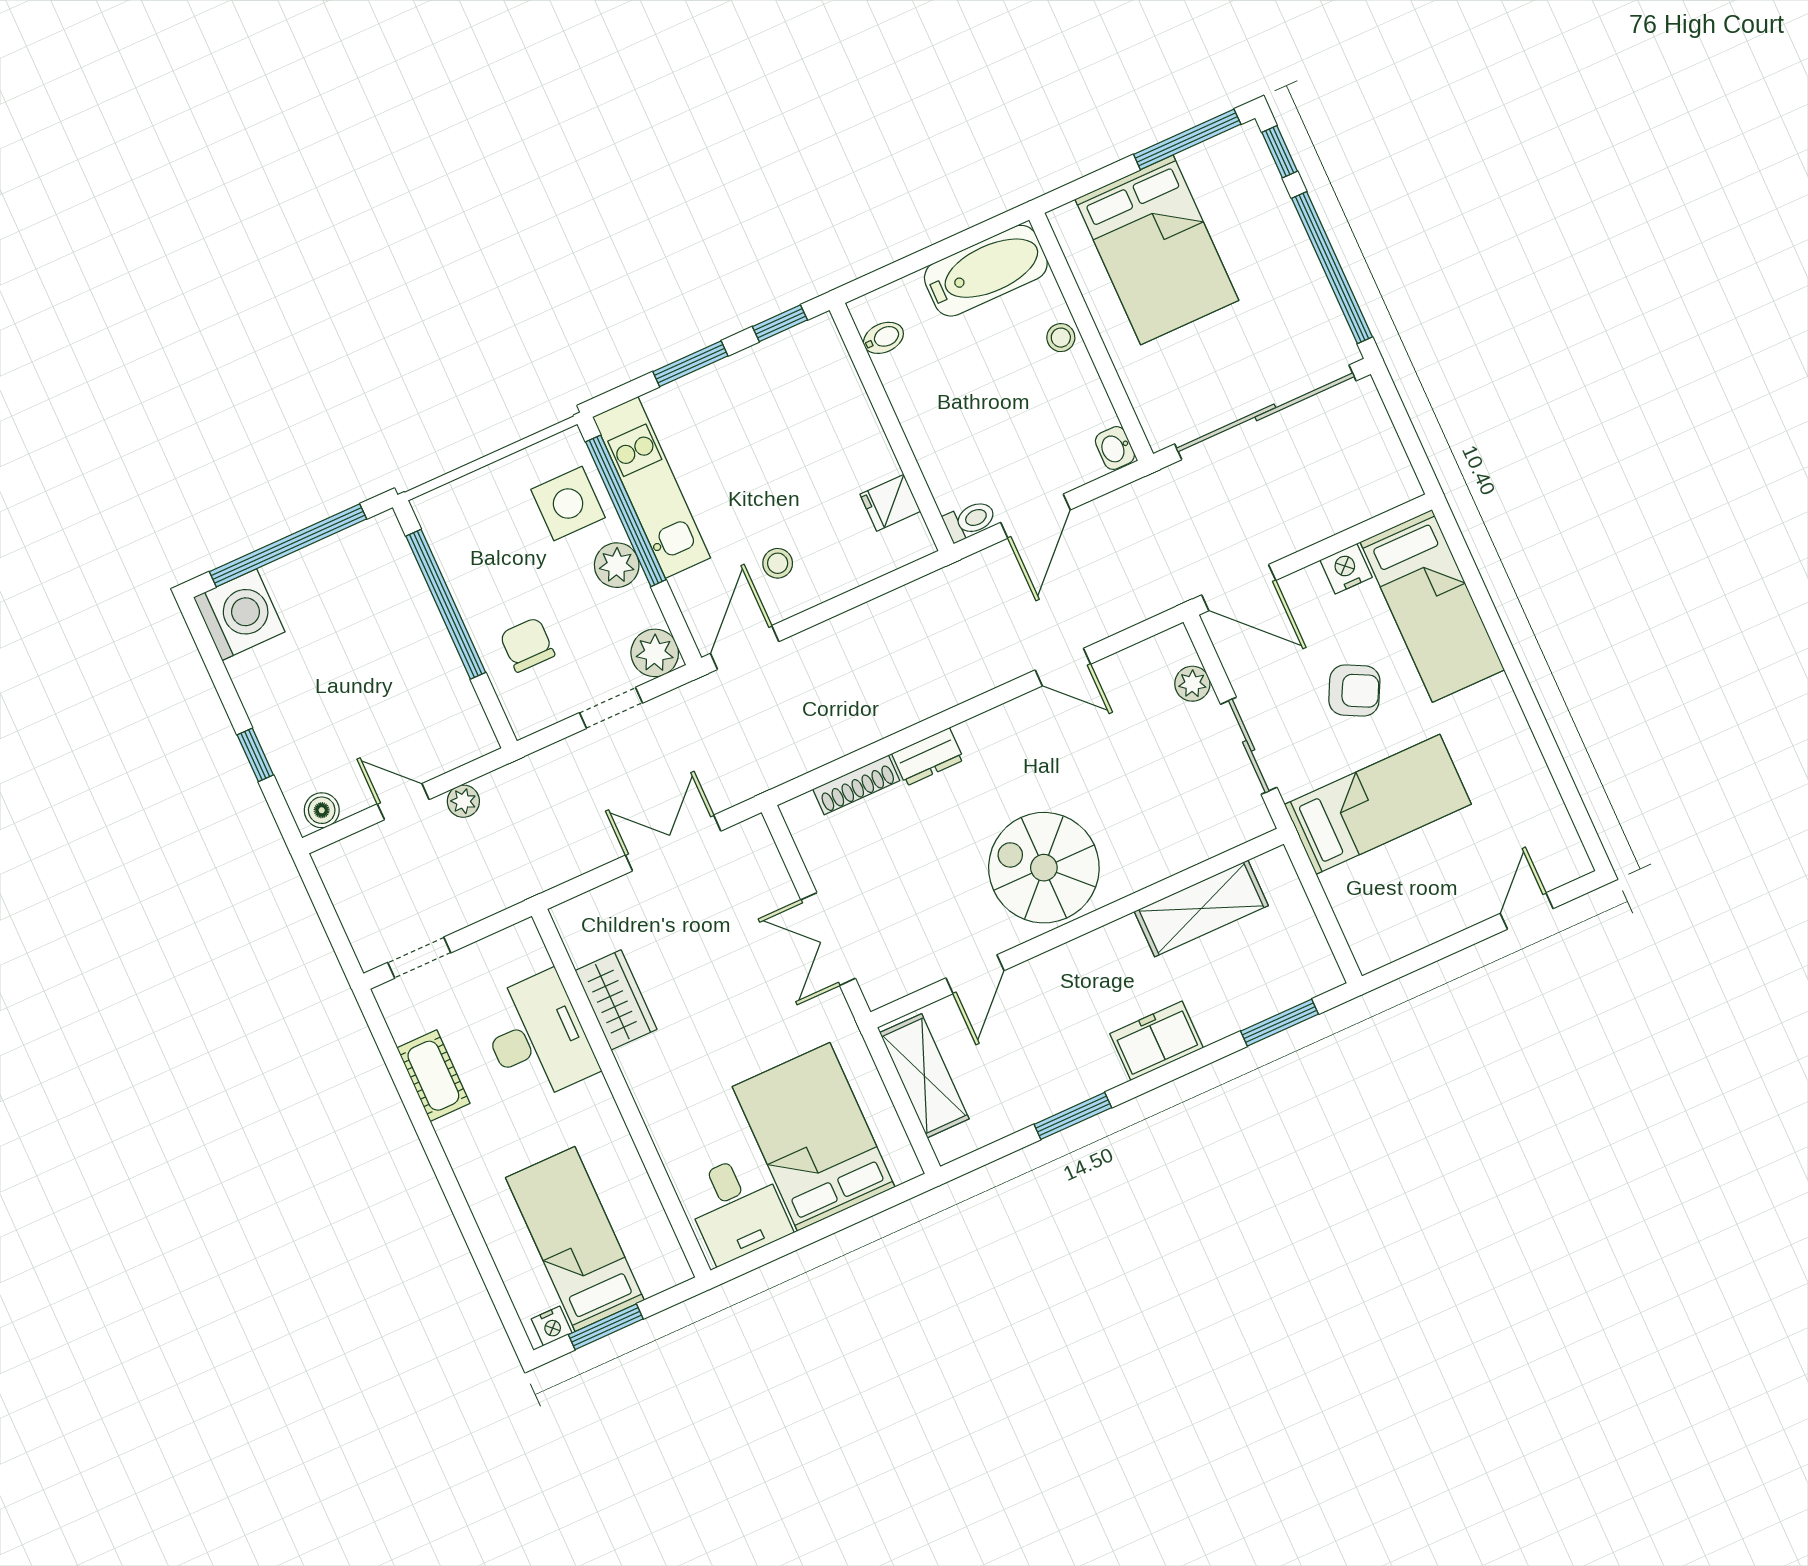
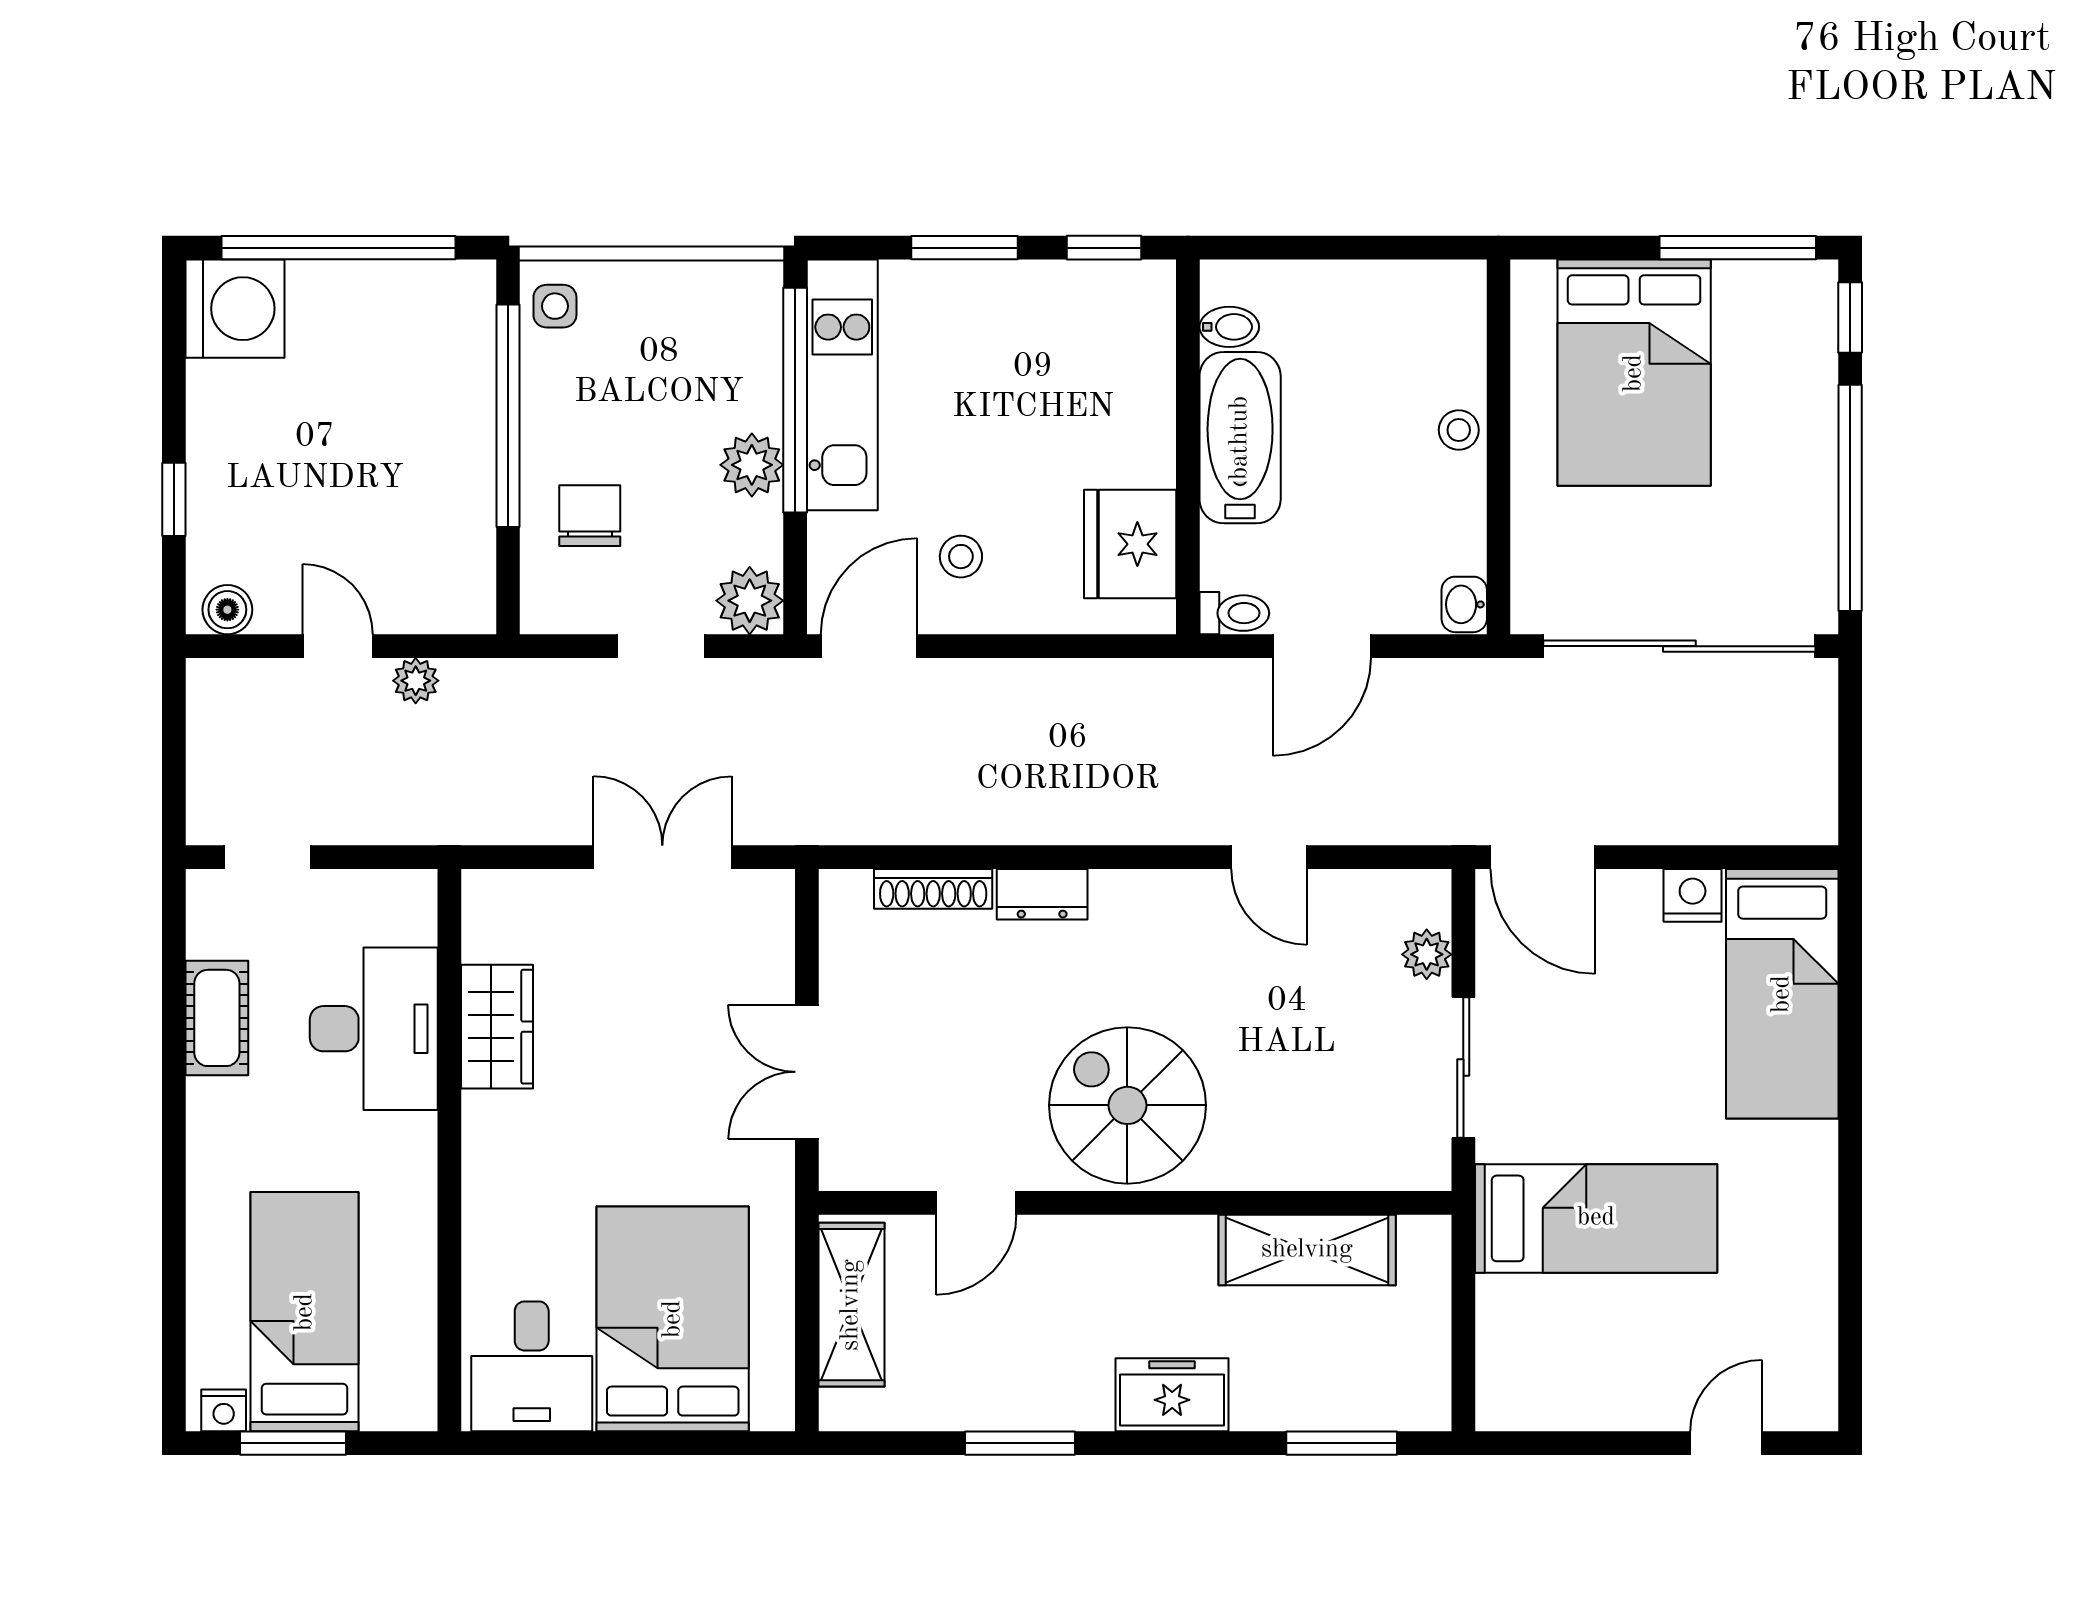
bathtub: (986, 271) -> (1240, 438), moved, turned -90
fridge: (890, 503) -> (1130, 544), width x1.88, depth x1.34
side table: (568, 504) -> (555, 306), moved, width x0.54, depth x0.54
armchair: (1354, 690) -> (1632, 1058), removed

